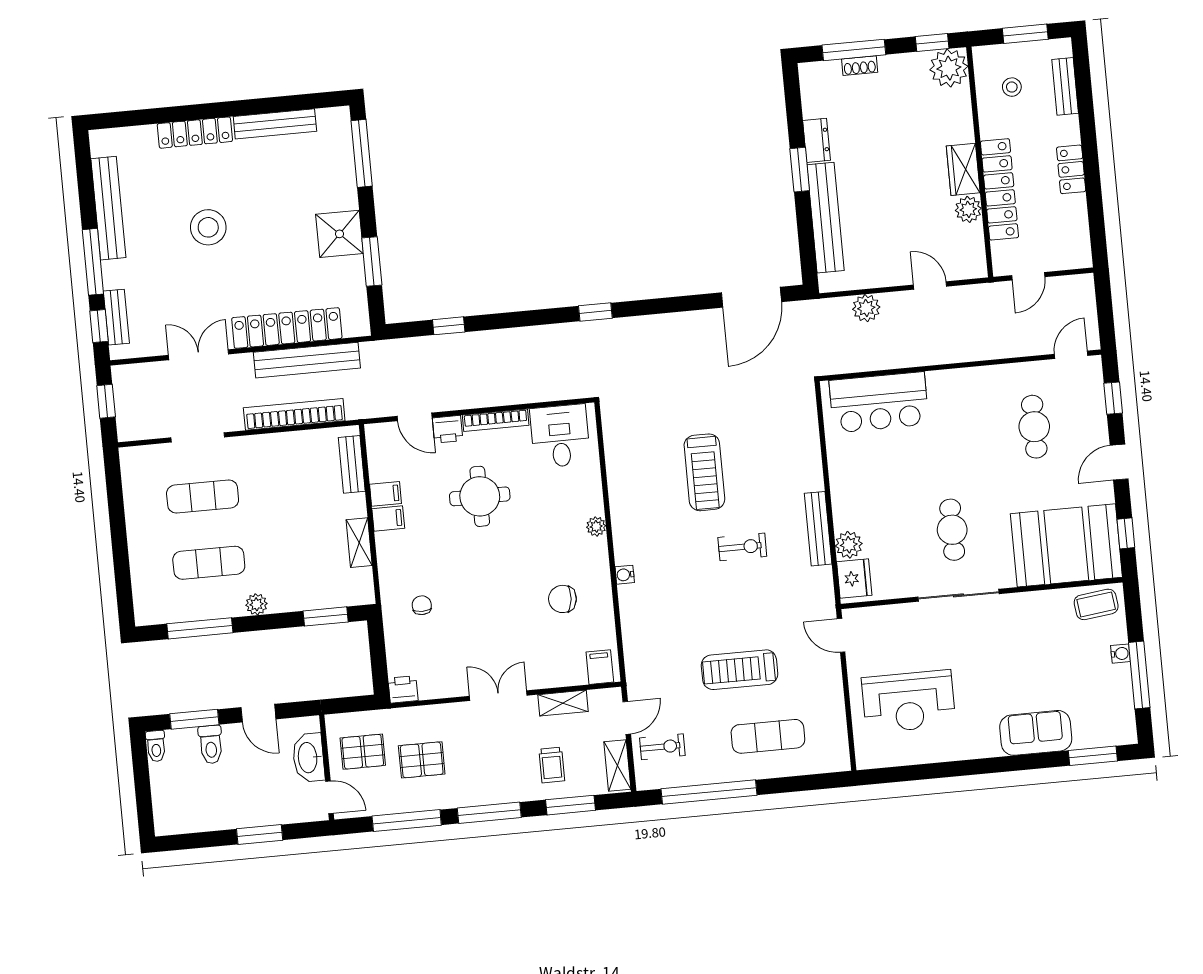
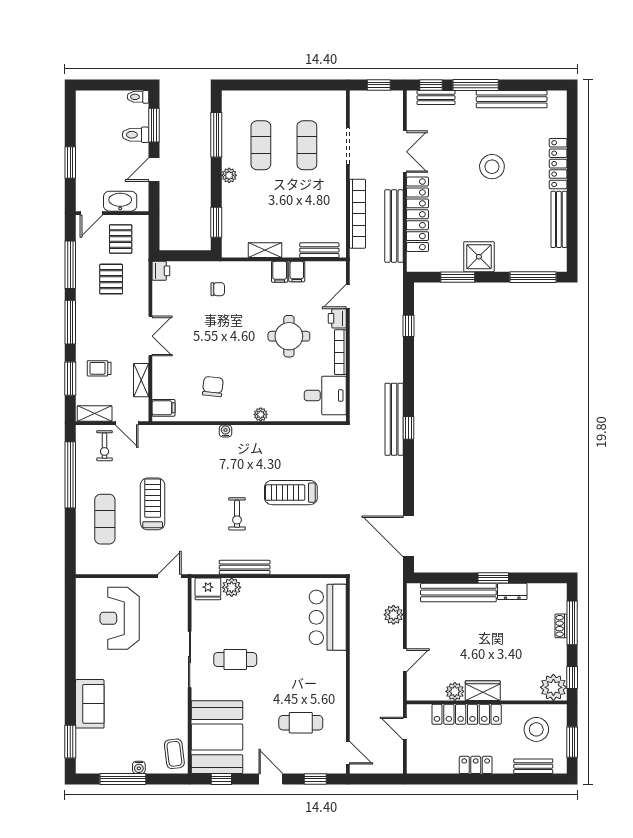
stool: (1012, 87) -> (536, 729), width x1.89, depth x1.89
bench: (585, 334) -> (394, 419), added

